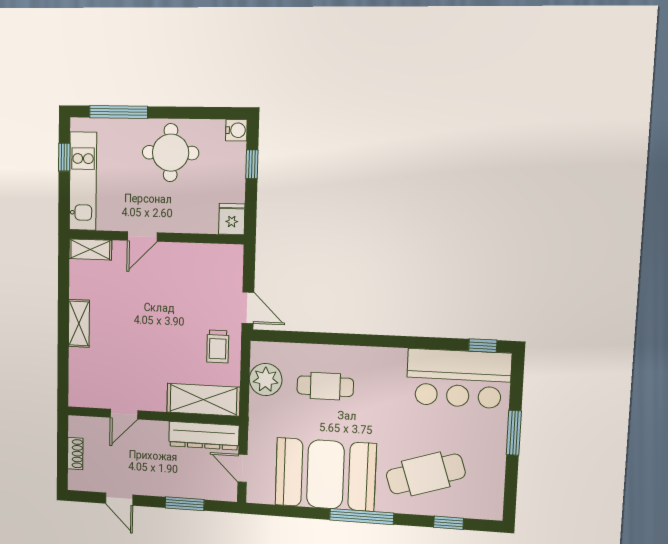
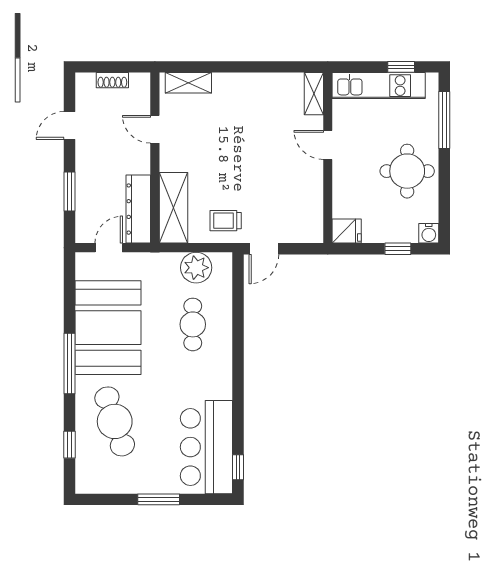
shelving: (79, 323) -> (188, 83), moved

